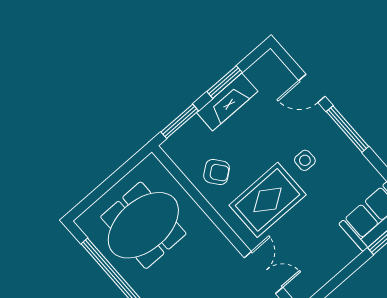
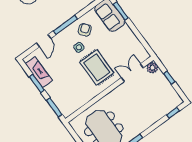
fireplace: (227, 102) -> (39, 72), moved
armchair: (217, 172) -> (85, 30), moved

